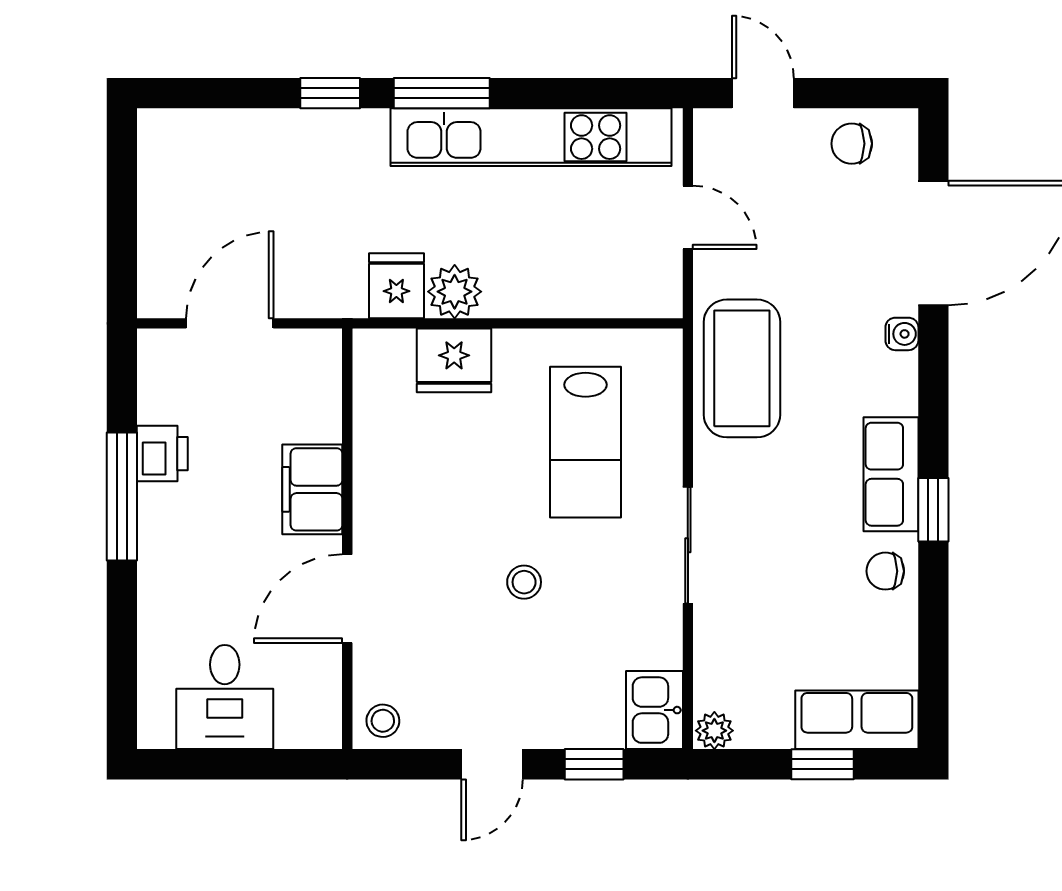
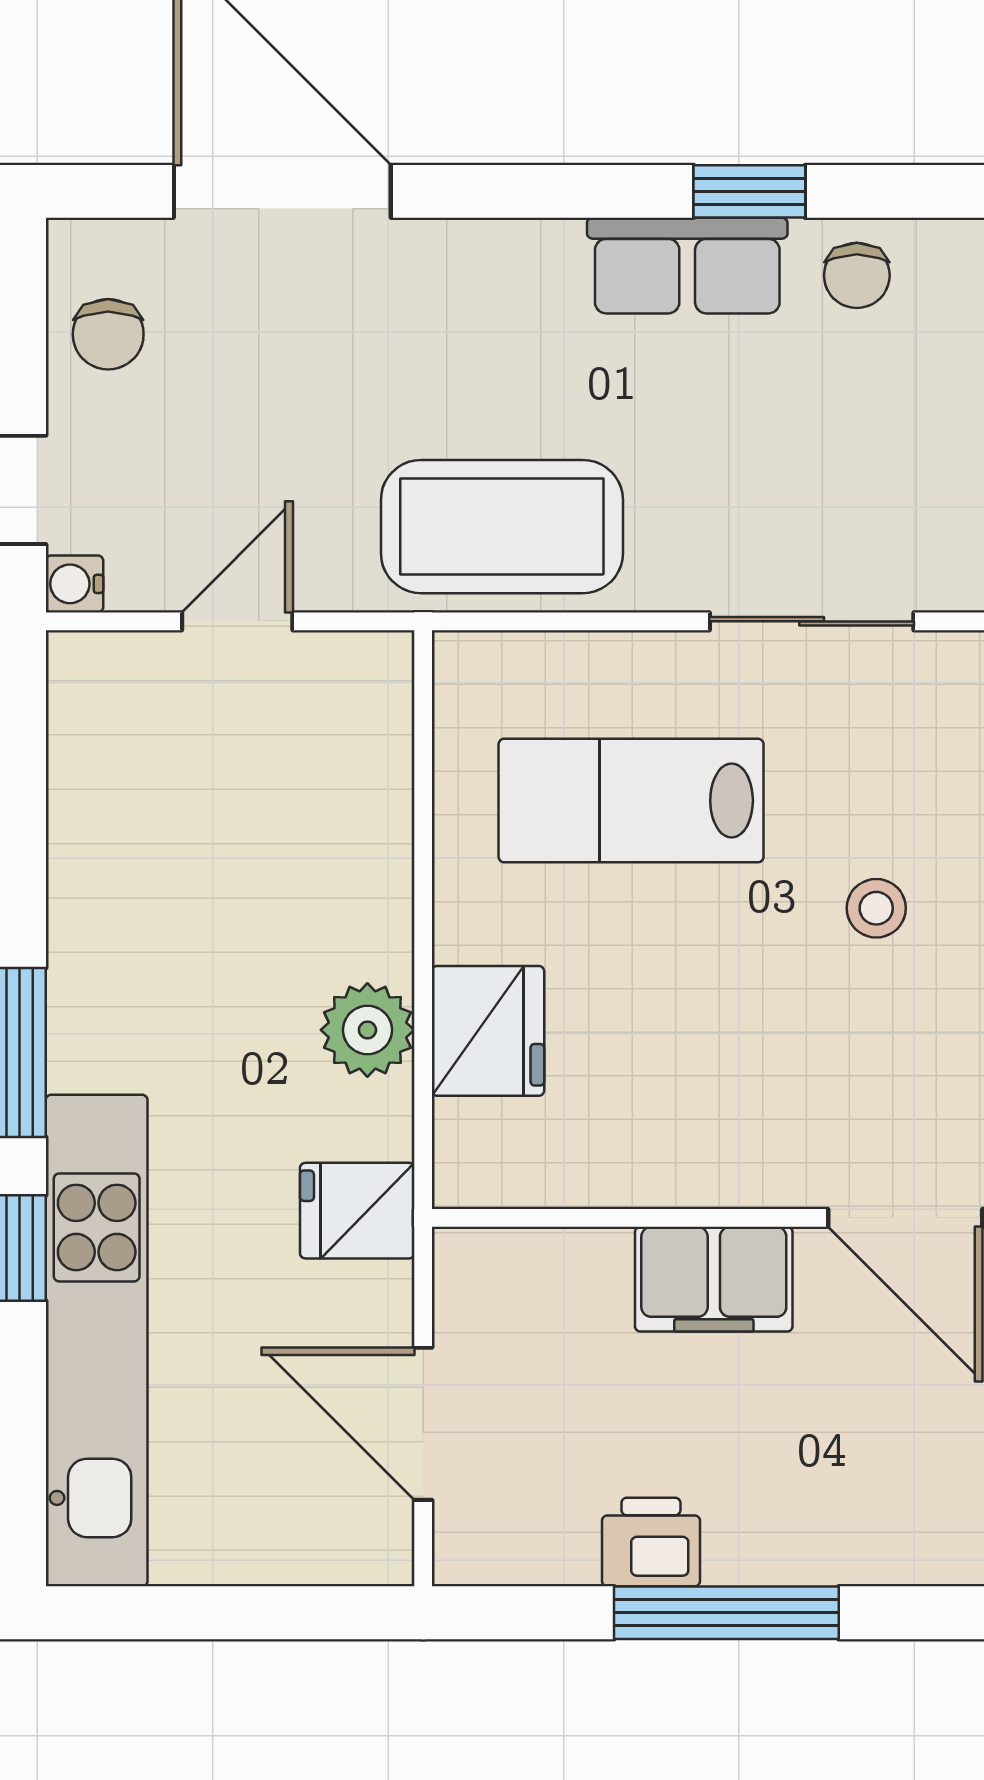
kitchen unit: (531, 137) -> (97, 1341), moved
fridge: (396, 286) -> (357, 1211), moved
water cooler: (902, 334) -> (74, 584), moved, turned -90
lab bench: (586, 442) -> (631, 801), turned 180

